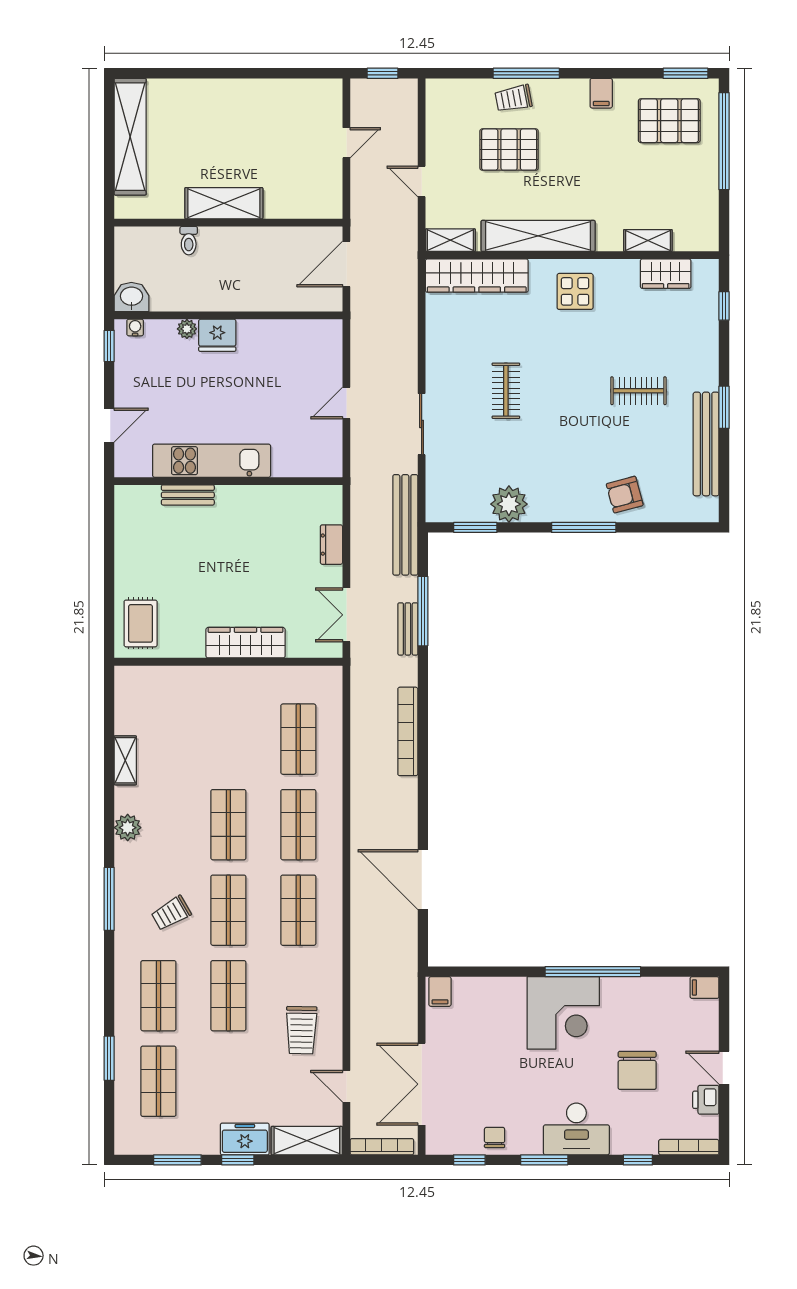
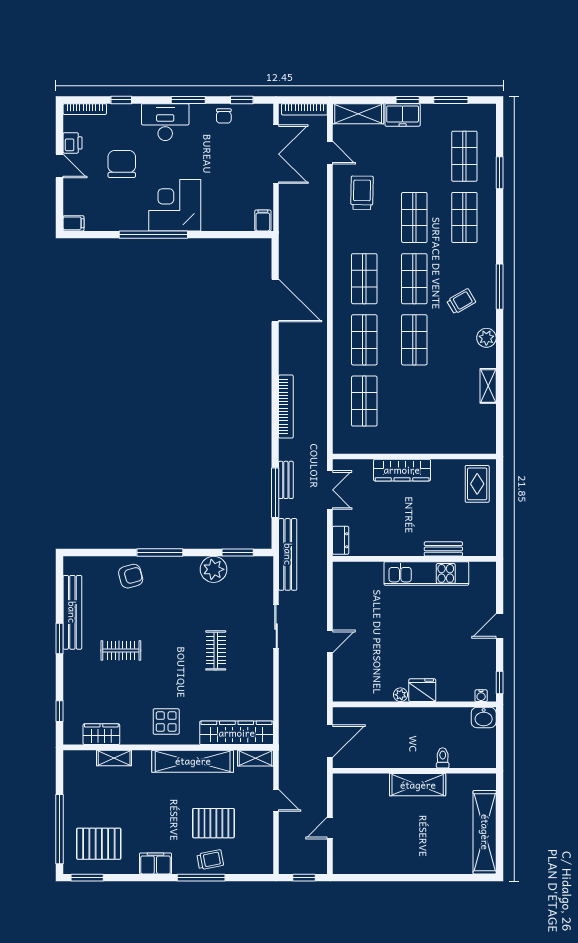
filing cabinet: (601, 93) -> (155, 863), width x2.00
plant: (187, 329) -> (401, 695), moved
kitchen unit: (212, 461) -> (426, 573), moved
wall: (228, 481) -> (414, 559), moved
bench: (188, 495) -> (443, 549), moved
trolley: (171, 913) -> (461, 301), moved

